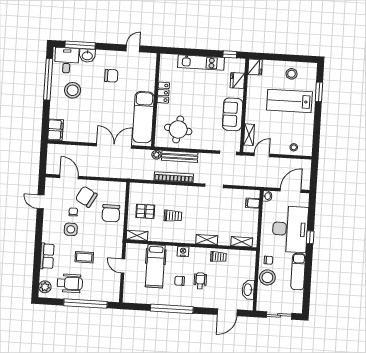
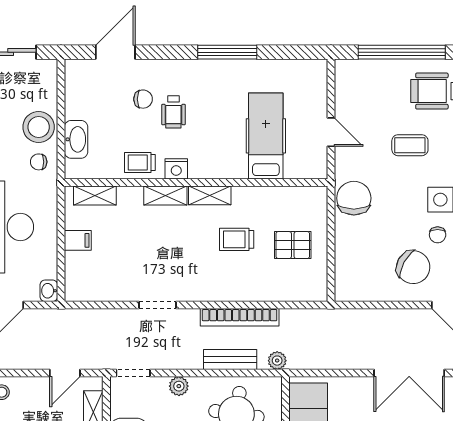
plant: (206, 145) -> (179, 386), added
double door: (114, 146) -> (409, 373), moved
bench: (180, 157) -> (230, 360), width x0.73
filing cabinet: (253, 203) -> (78, 240), moved
chair: (111, 213) -> (354, 198), moved
shelving: (137, 235) -> (210, 195), moved
nightstand: (183, 251) -> (176, 169), moved
chair: (180, 281) -> (143, 99), moved
washbasin: (248, 290) -> (76, 139), moved
window: (172, 309) -> (227, 52), width x0.68

